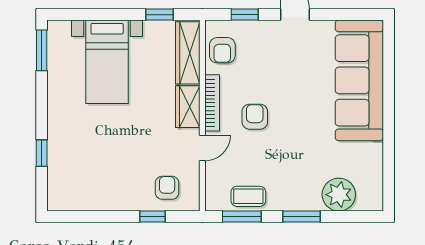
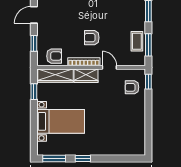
window: (42, 153) -> (83, 159), moved
window: (153, 216) -> (148, 82), moved

